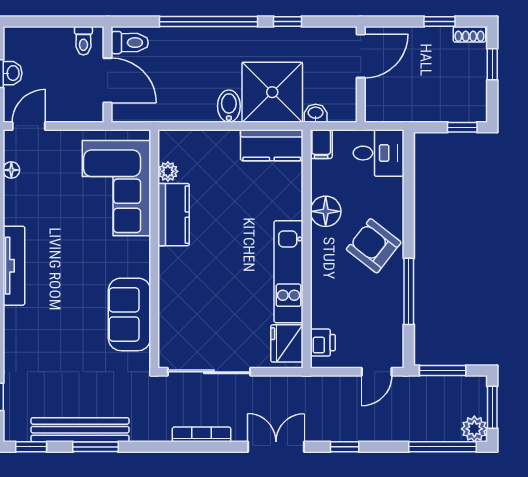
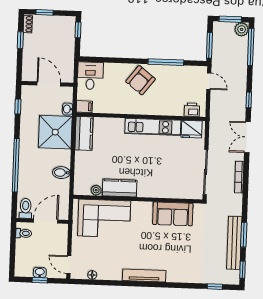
window: (288, 22) -> (18, 107), moved
door: (361, 56) -> (49, 84), moved
bidet: (229, 106) -> (61, 173), moved
floor lamp: (326, 211) -> (121, 106), removed

